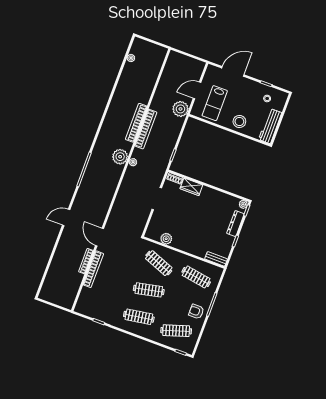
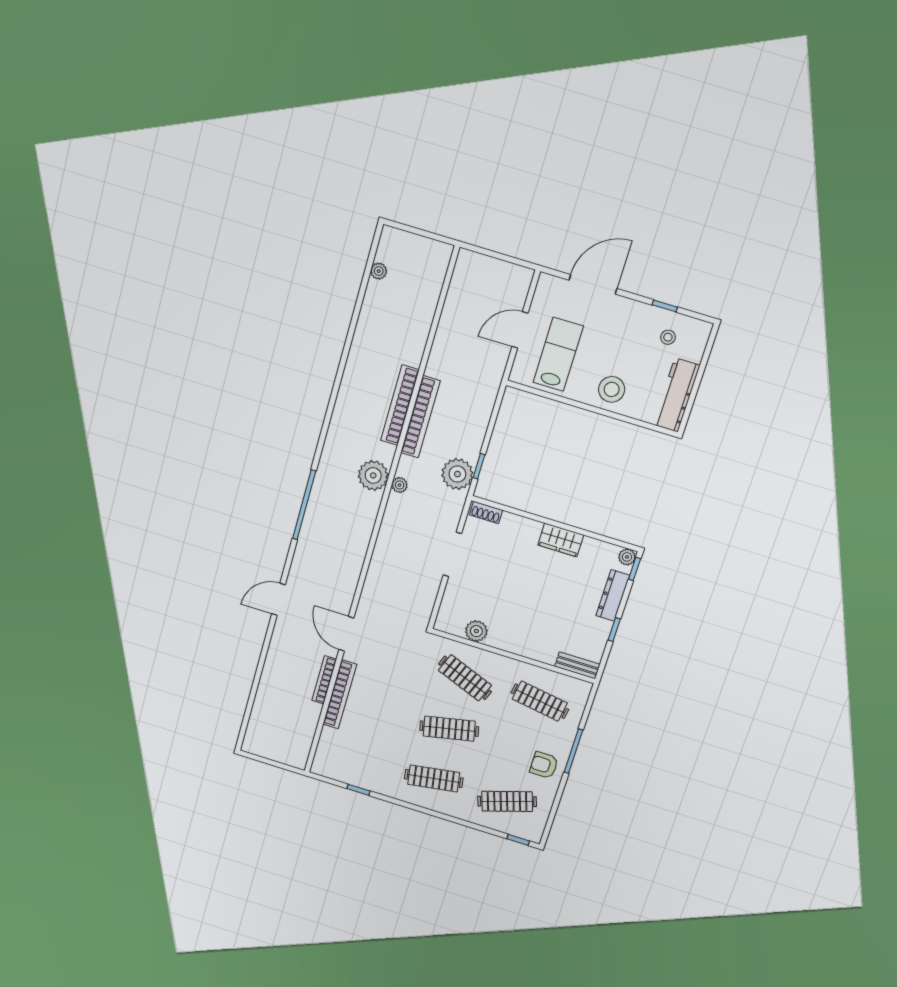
lab bench: (215, 103) -> (558, 354), turned 180
plant: (180, 109) -> (457, 474), moved
wardrobe: (191, 187) -> (561, 540), moved

